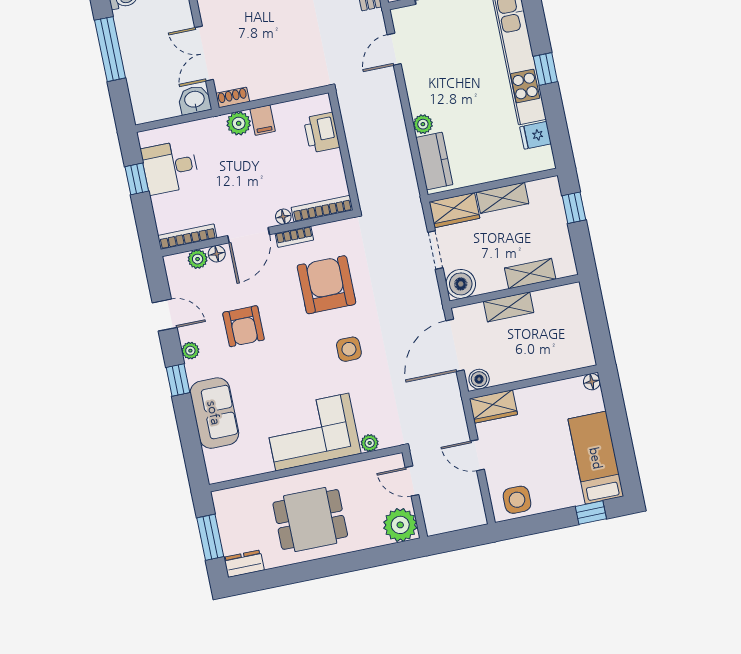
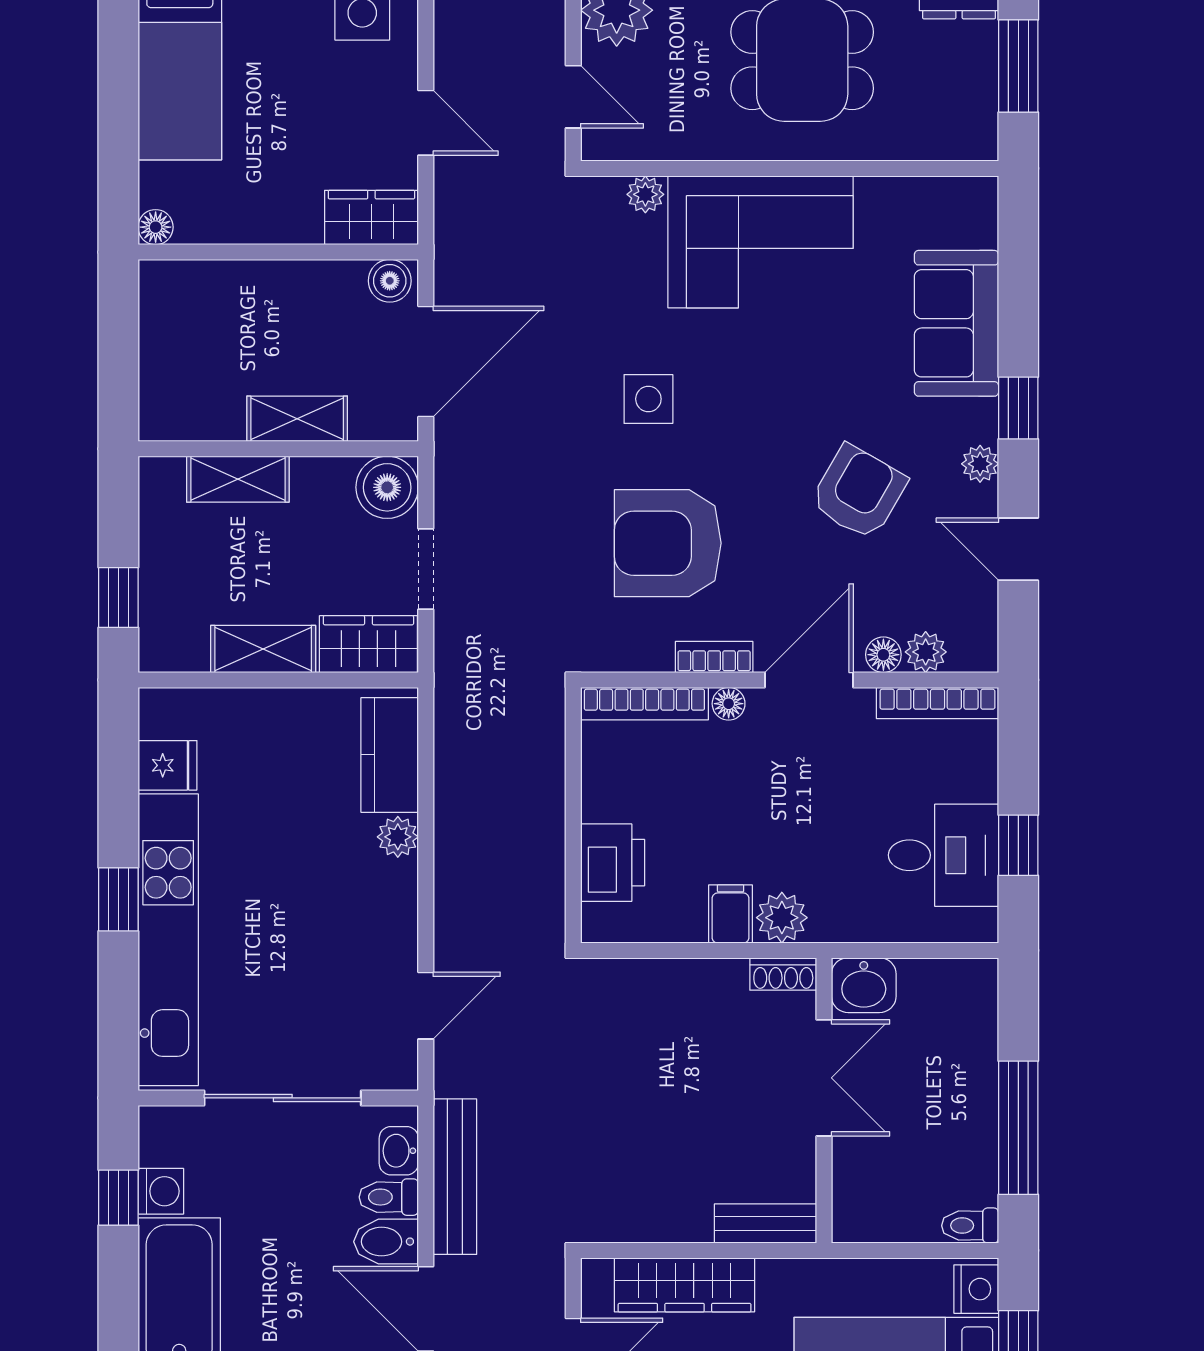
armchair: (326, 285) -> (668, 543), turned 90
armchair: (244, 326) -> (859, 492), turned 30

